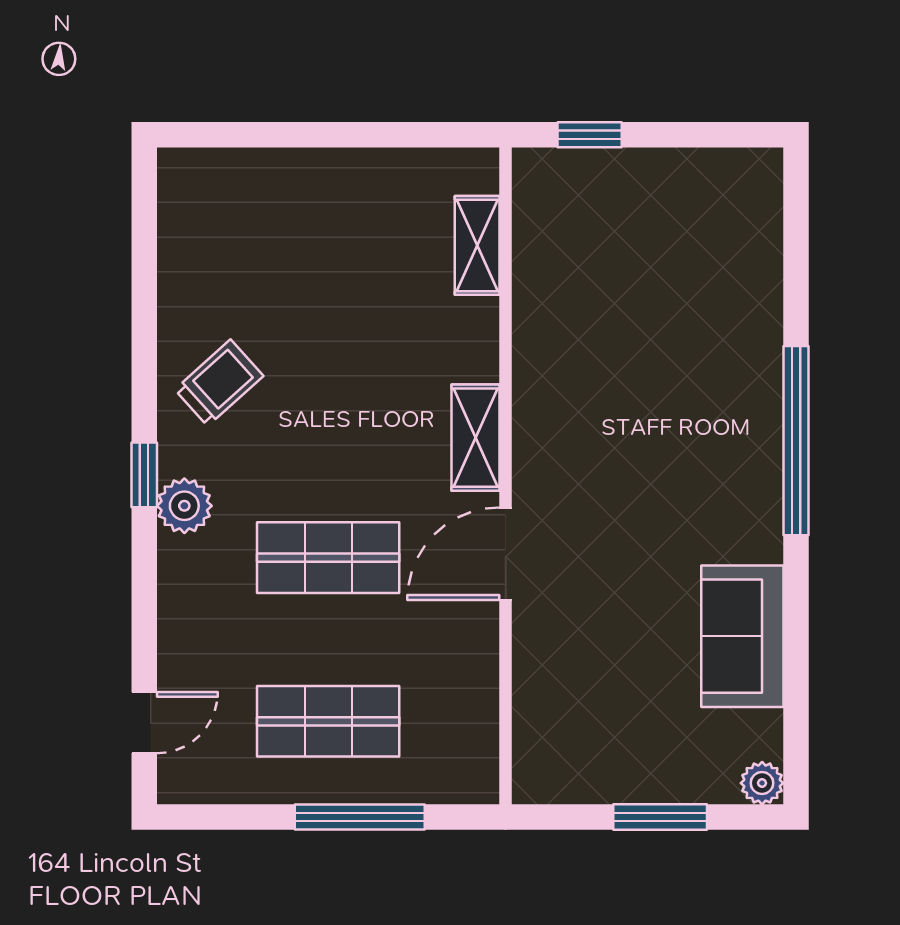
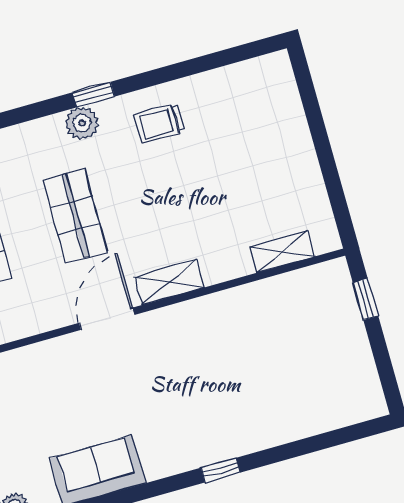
trolley: (219, 383) -> (160, 123), turned 132
window: (796, 441) -> (221, 470), width x0.32
door: (506, 554) -> (107, 319), hinge flipped

